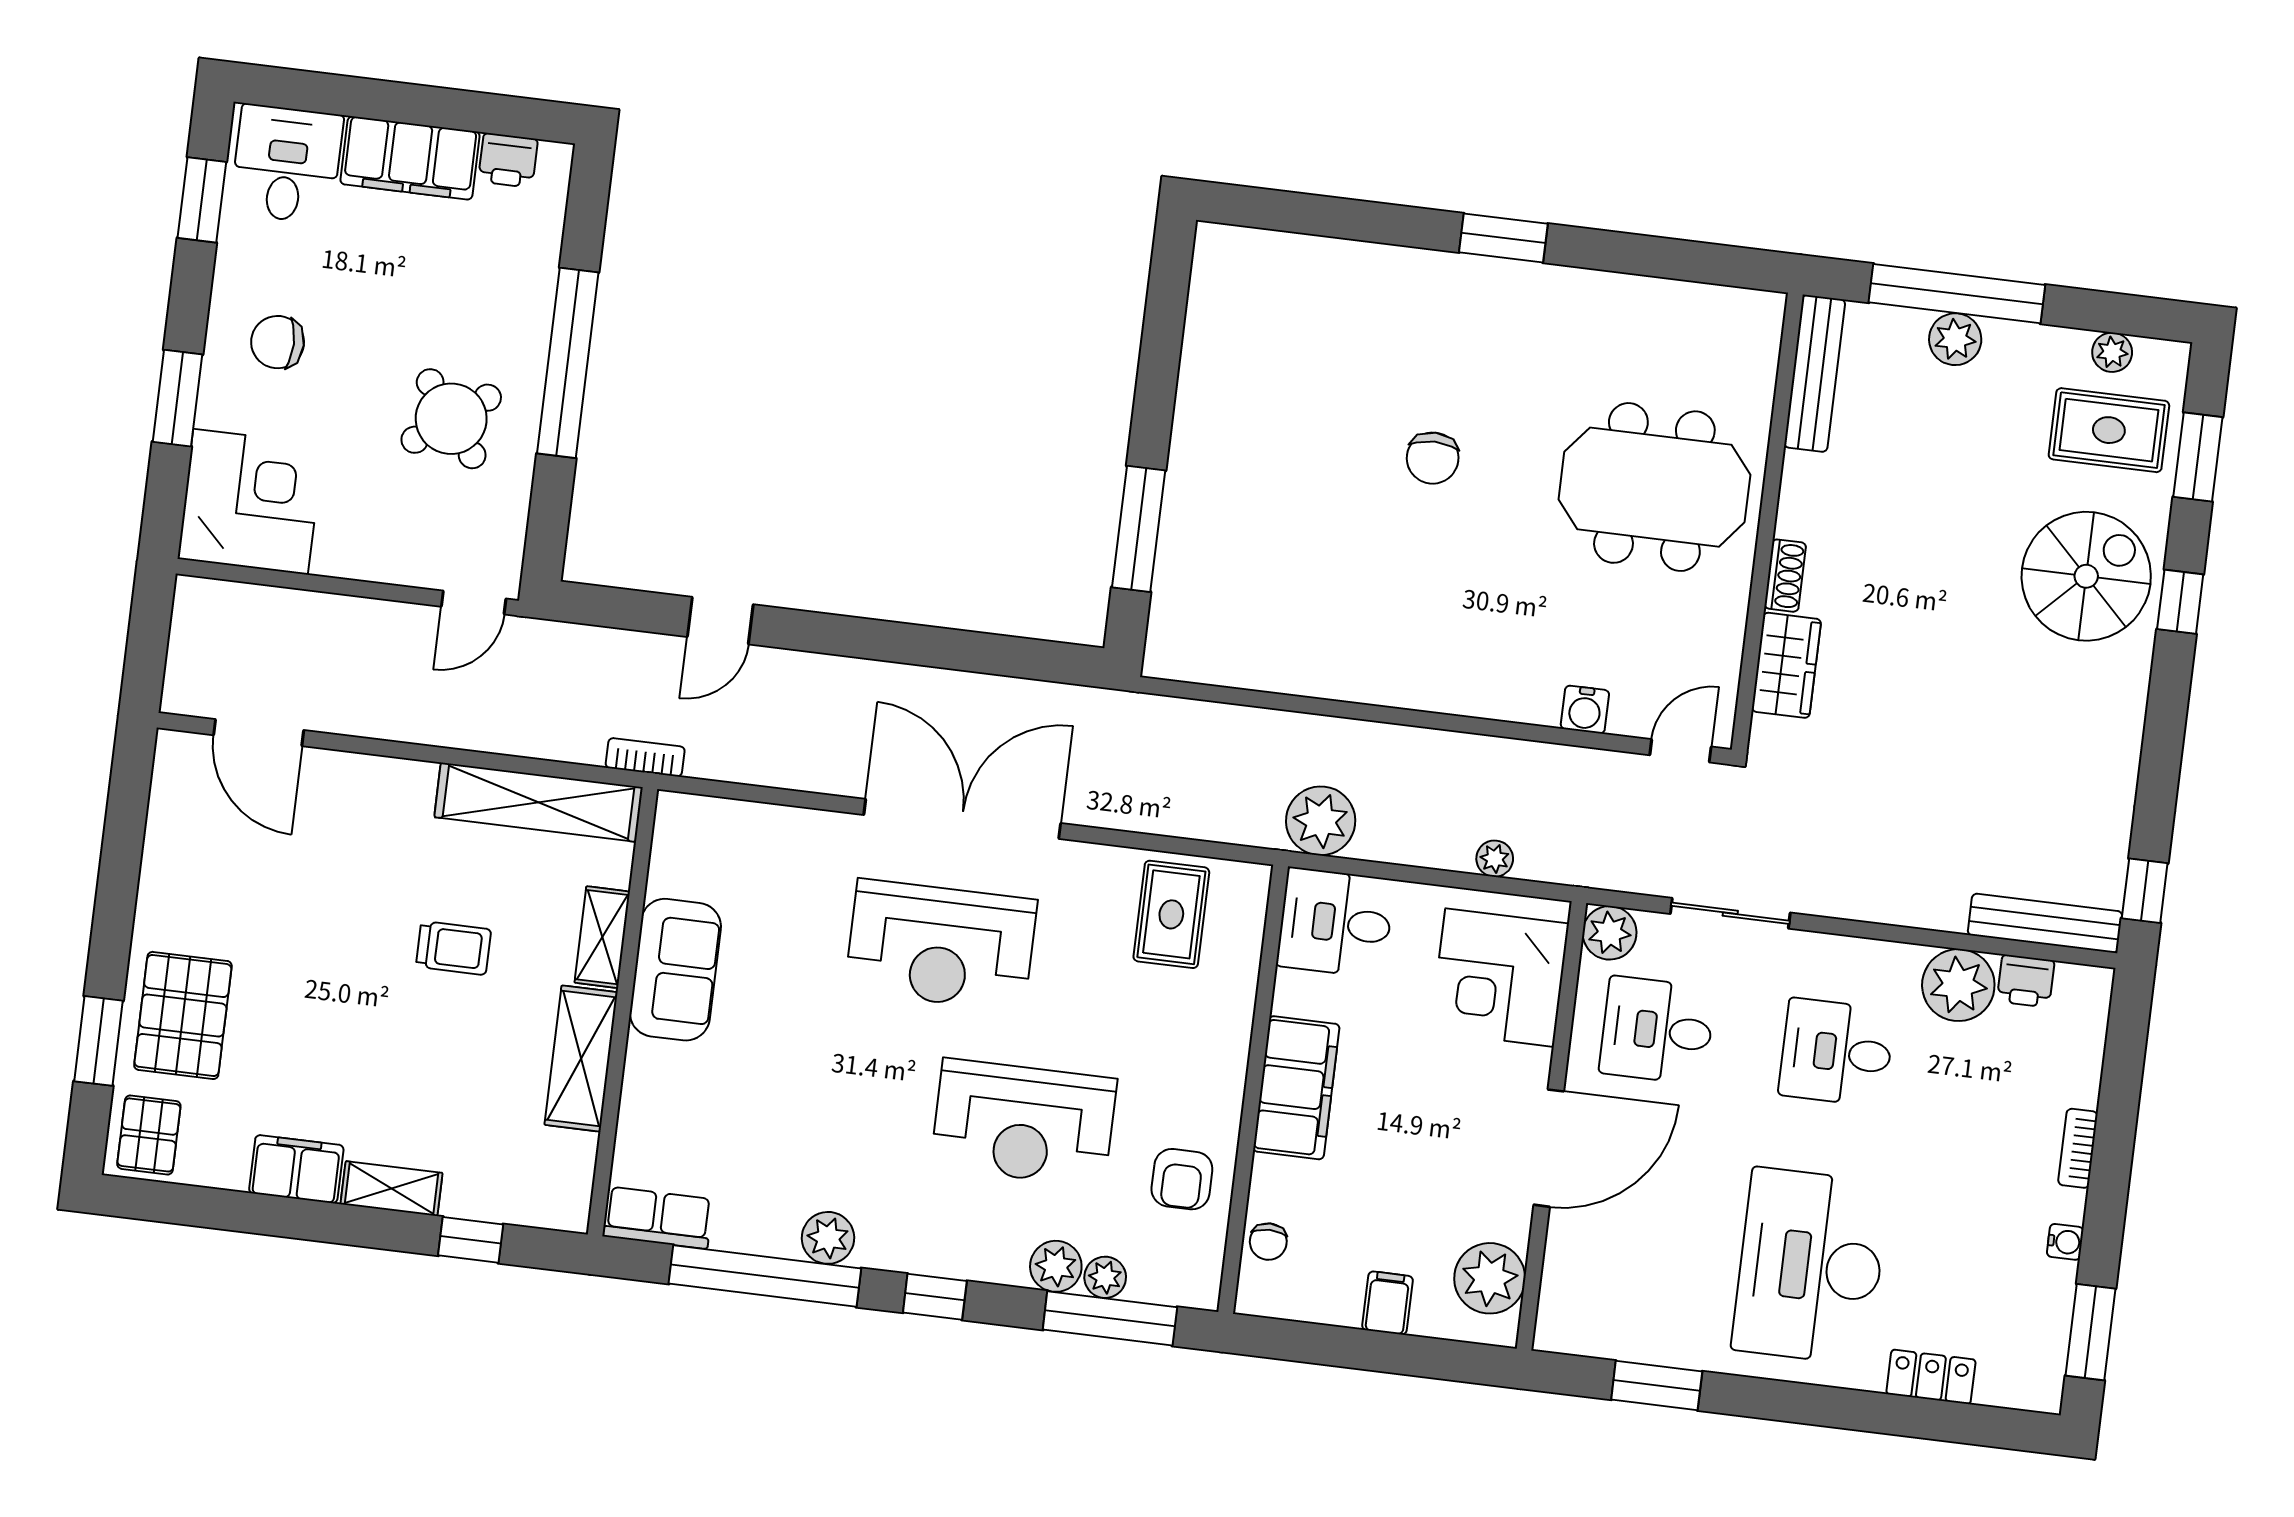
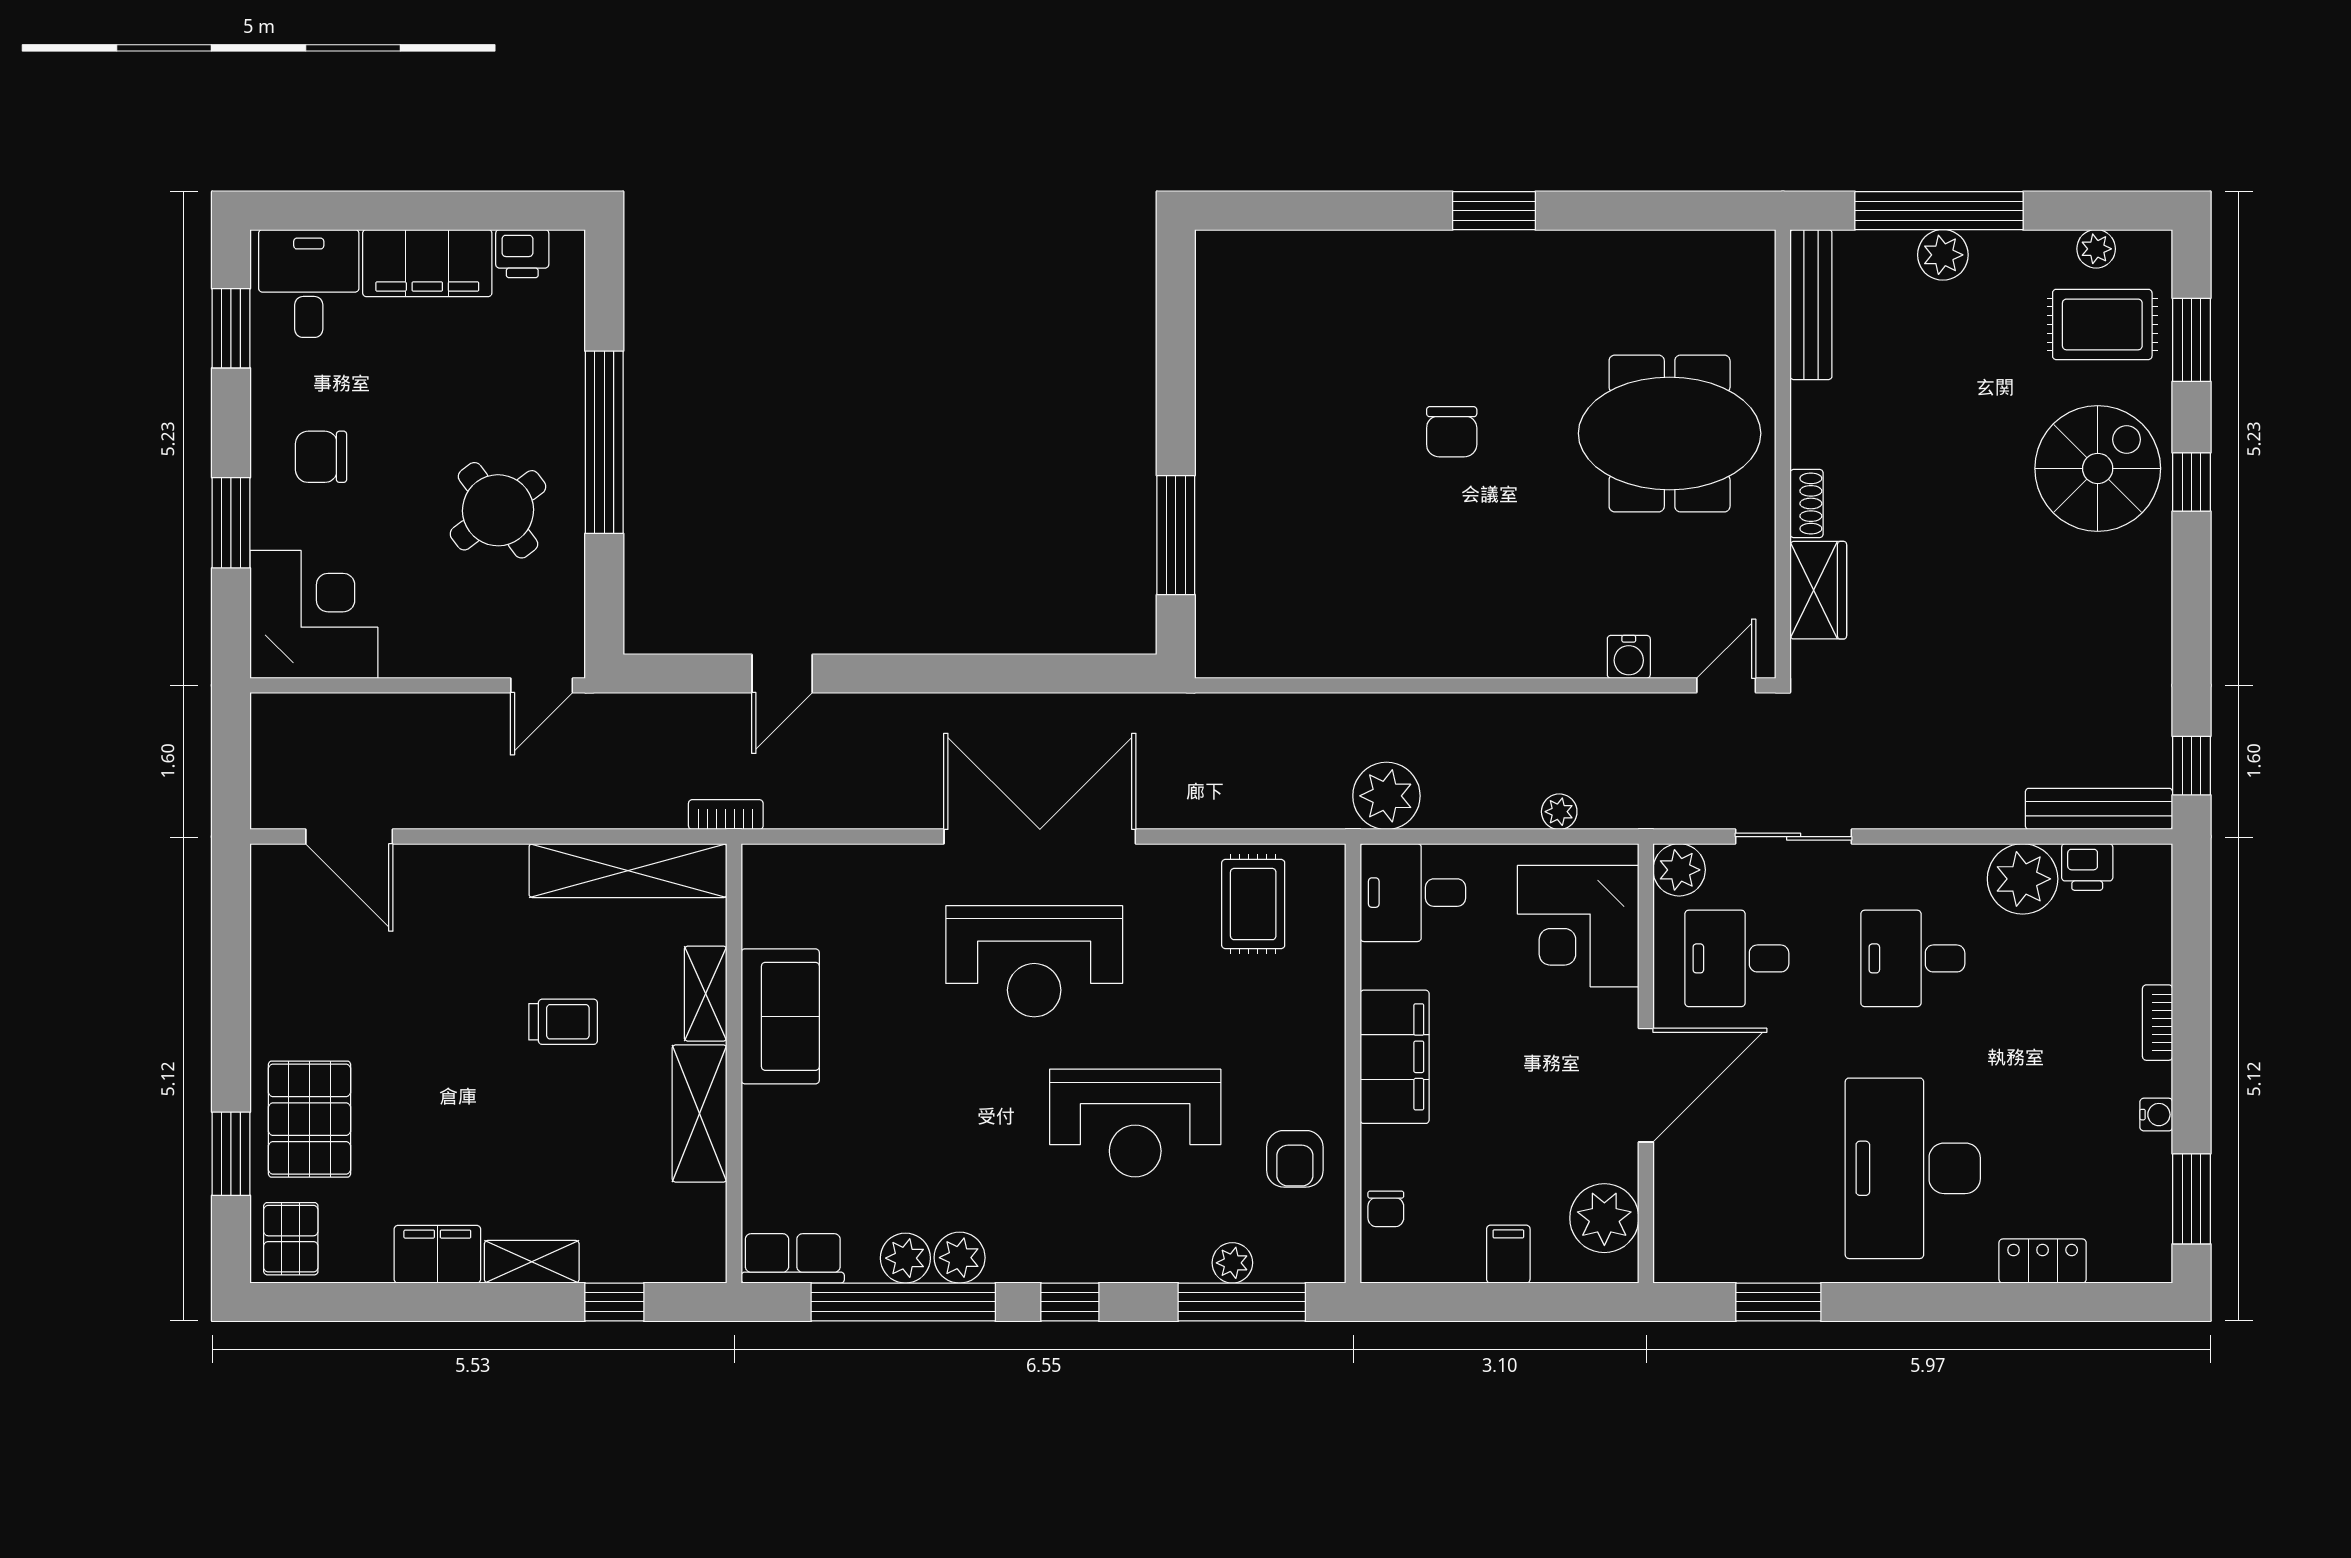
plant: (1056, 1266) -> (905, 1258), moved

